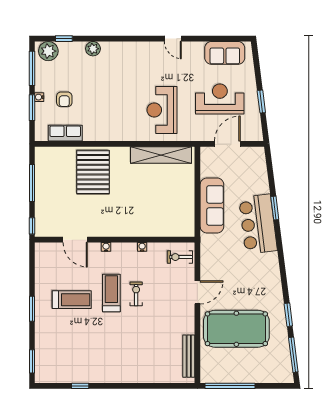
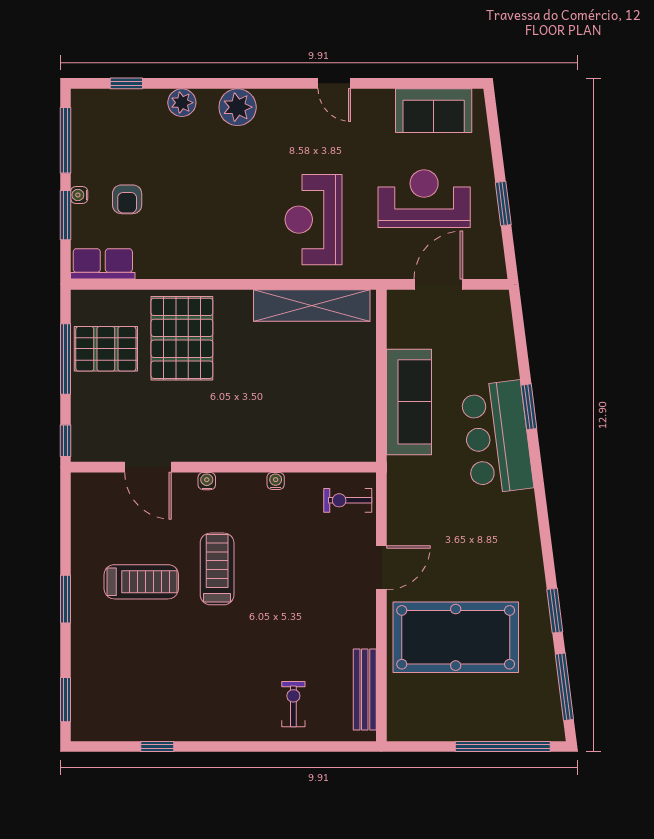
plant: (48, 51) -> (238, 107), moved
row of seats: (65, 133) -> (103, 264), moved
pallet: (53, 178) -> (106, 349), added
exercise bike: (136, 294) -> (293, 704), moved
window: (230, 386) -> (503, 747), moved

